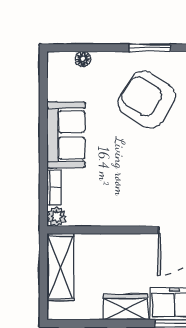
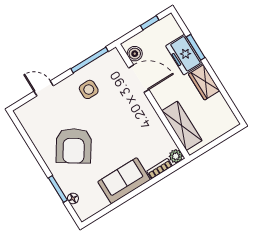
window: (150, 48) -> (58, 189), moved
shelving: (60, 267) -> (182, 126), moved, turned 90

